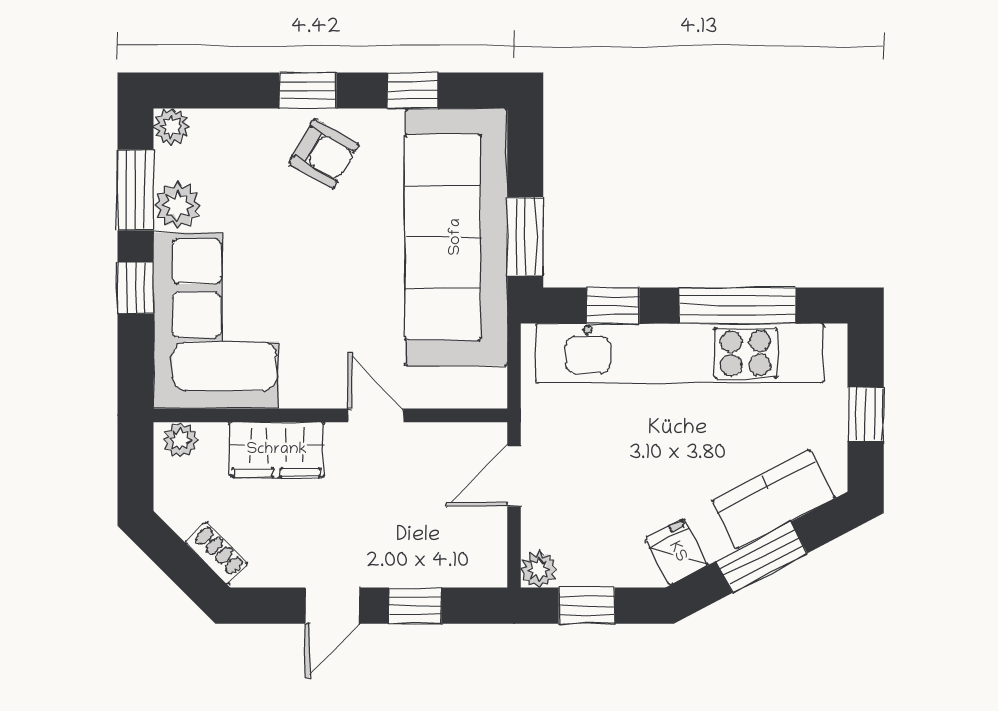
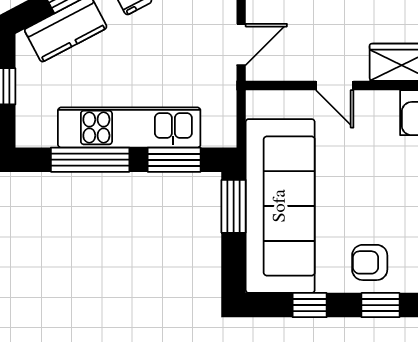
armchair: (324, 154) -> (370, 262), turned -30
window: (613, 306) -> (174, 160), width x1.50
kitchen unit: (680, 353) -> (129, 127), width x0.73

